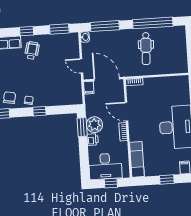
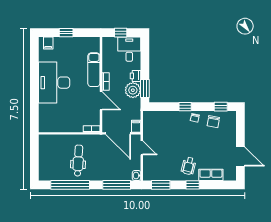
exam couch: (137, 159) -> (94, 70), moved
desk: (105, 166) -> (129, 49), width x0.73

